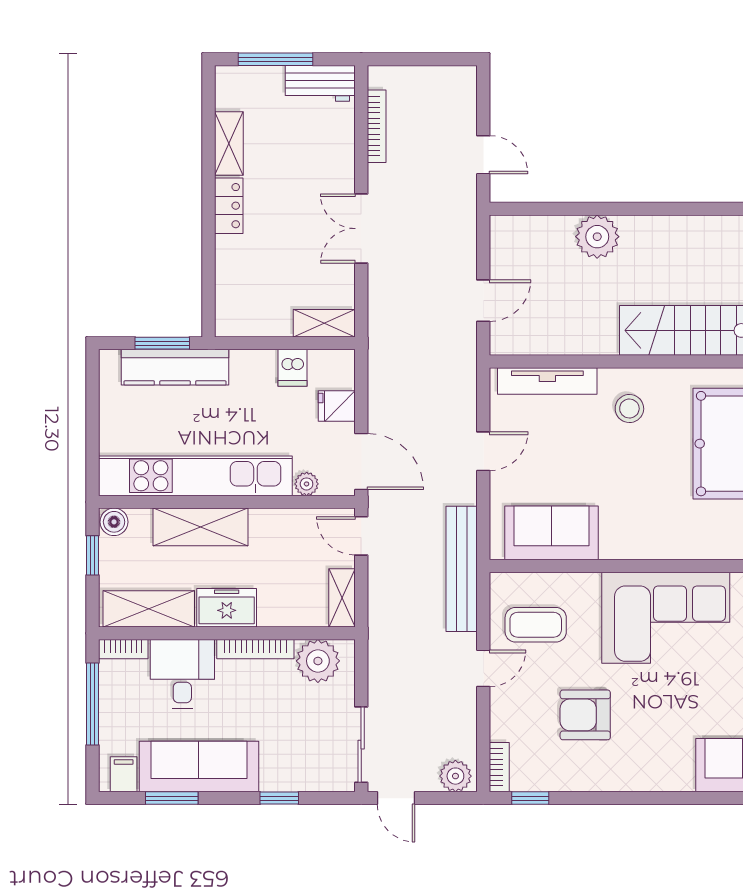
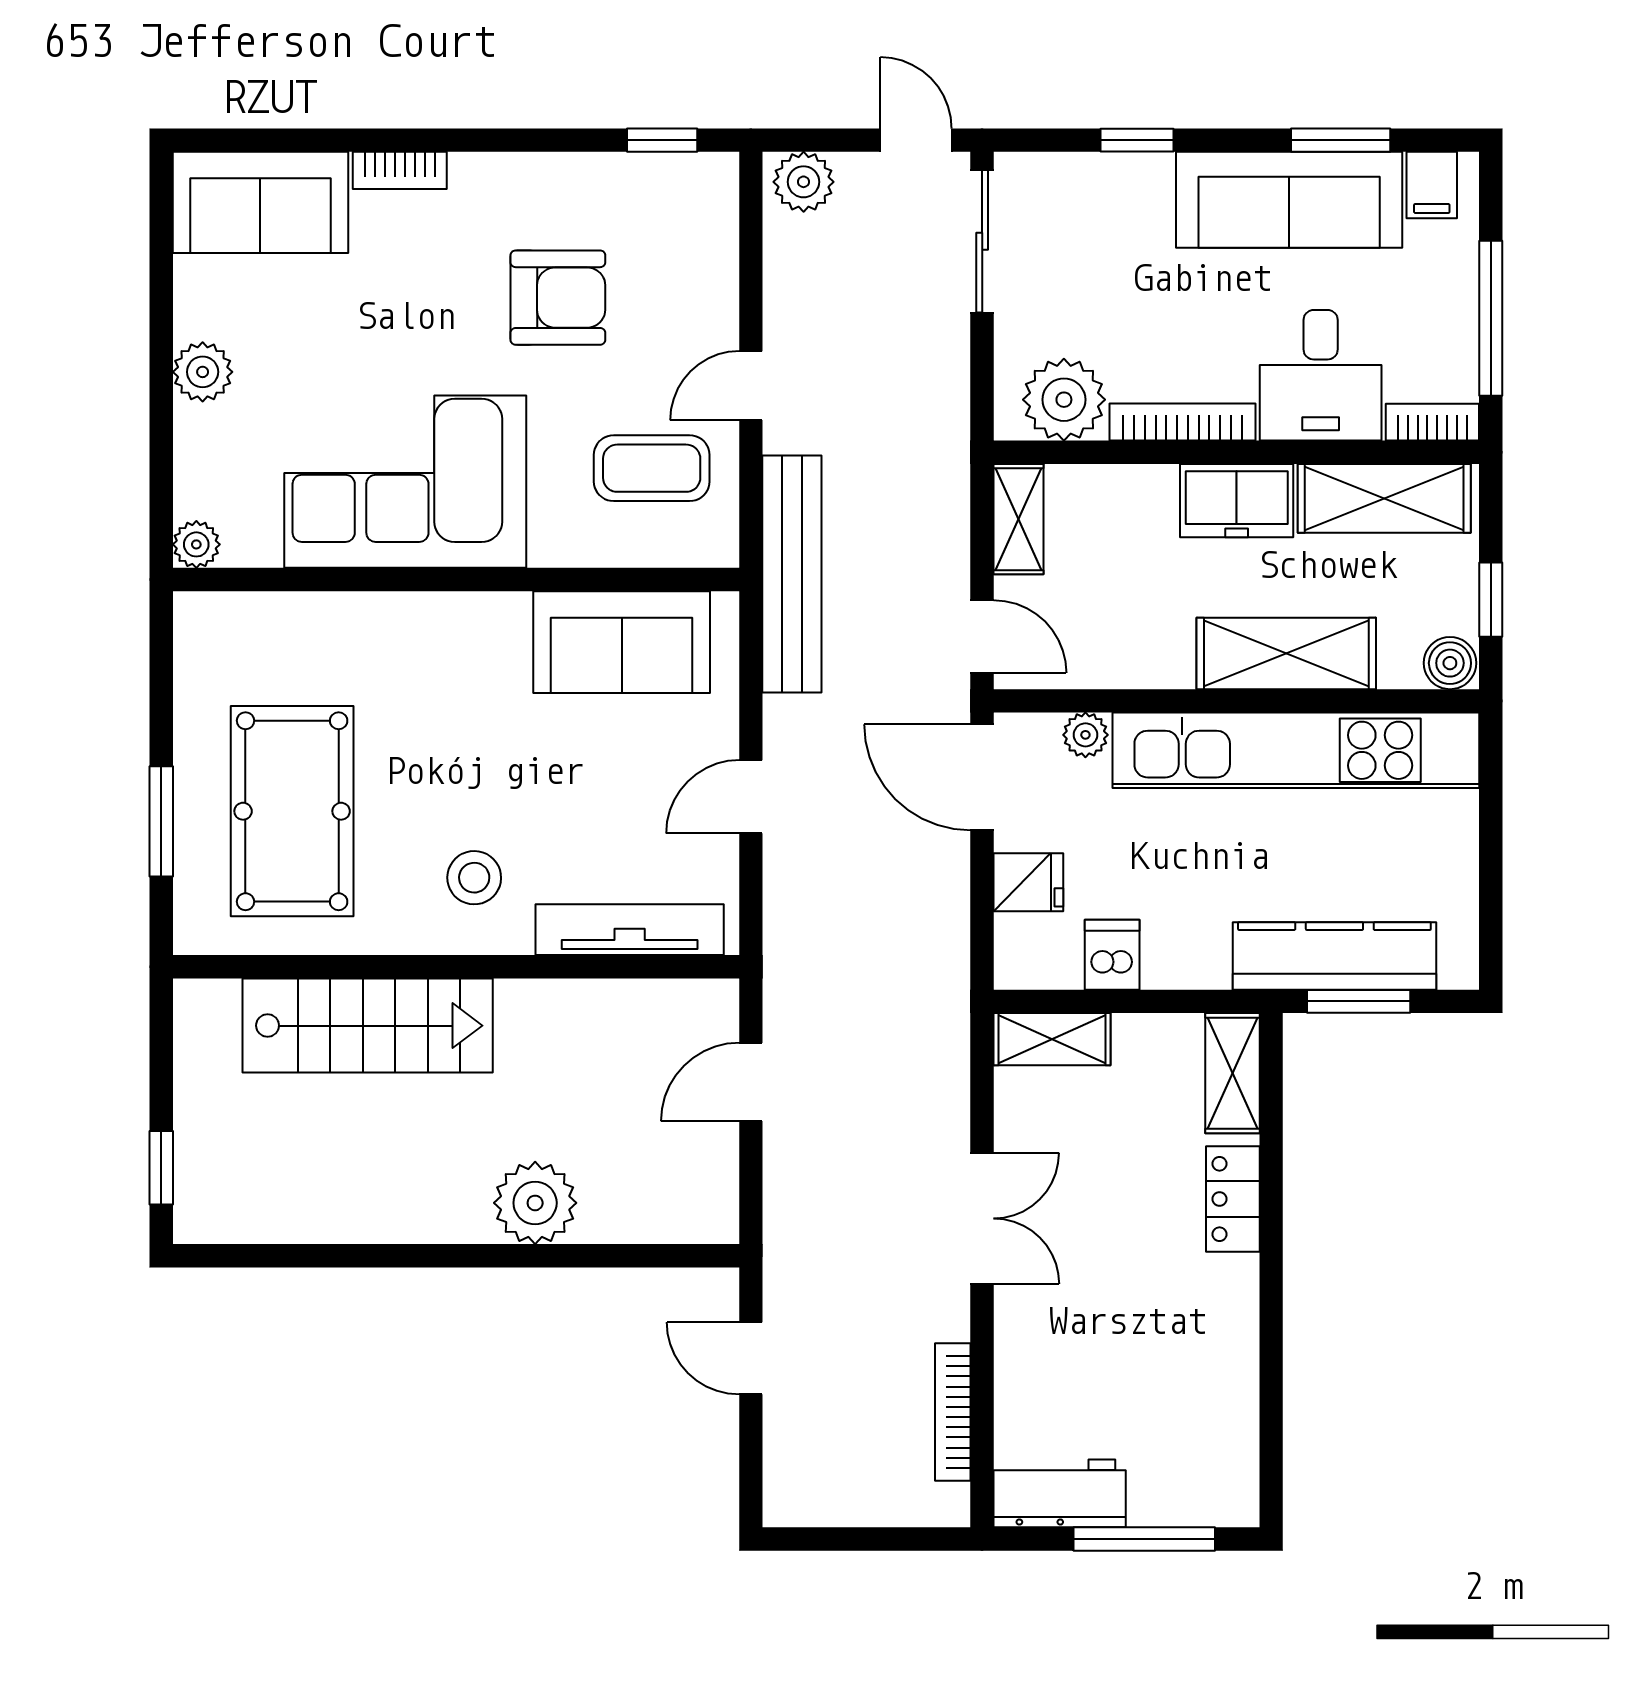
shelving: (229, 144) -> (1232, 1073), moved
locker: (229, 206) -> (1233, 1199), moved
bookcase: (499, 767) -> (400, 170), moved, turned -90

